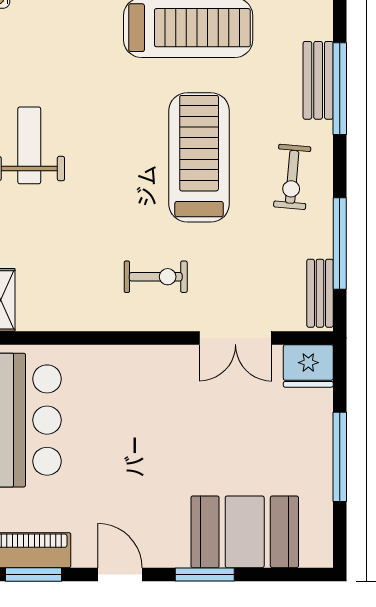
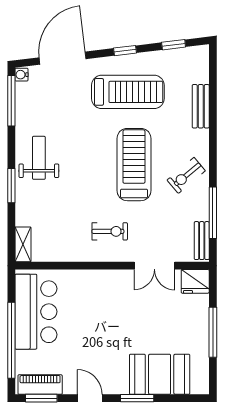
bench: (318, 80) -> (201, 106), moved
window: (340, 89) -> (213, 126), removed
exercise bike: (292, 177) -> (186, 175), turned 45

